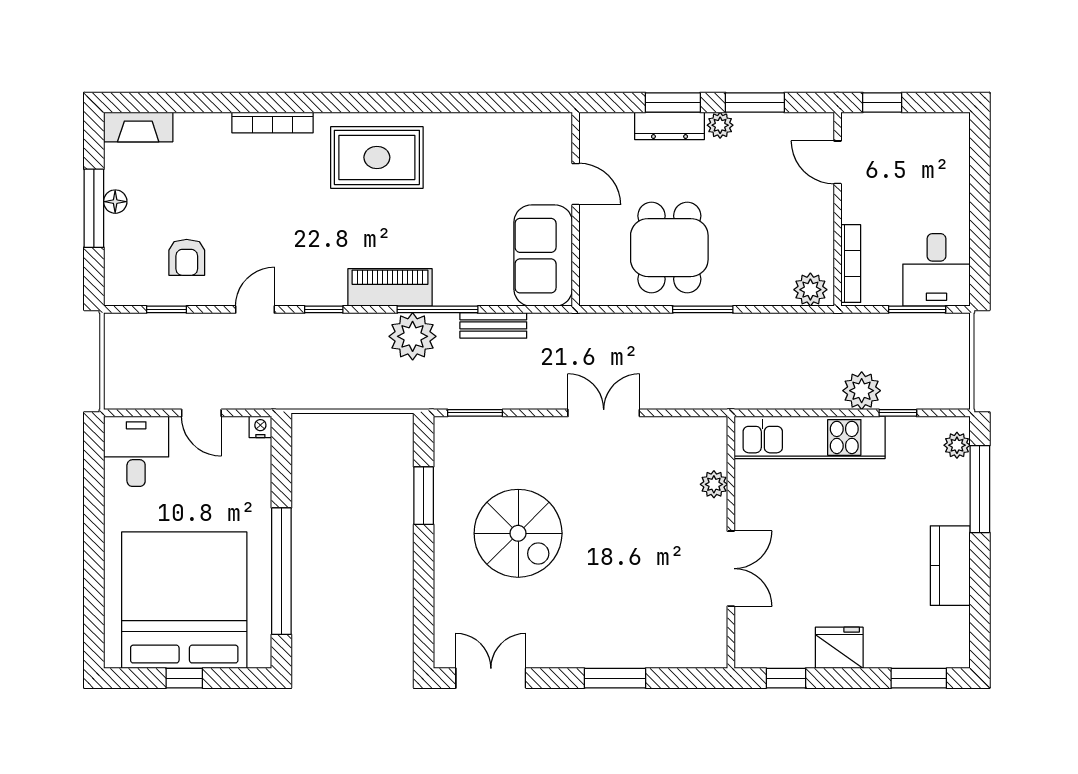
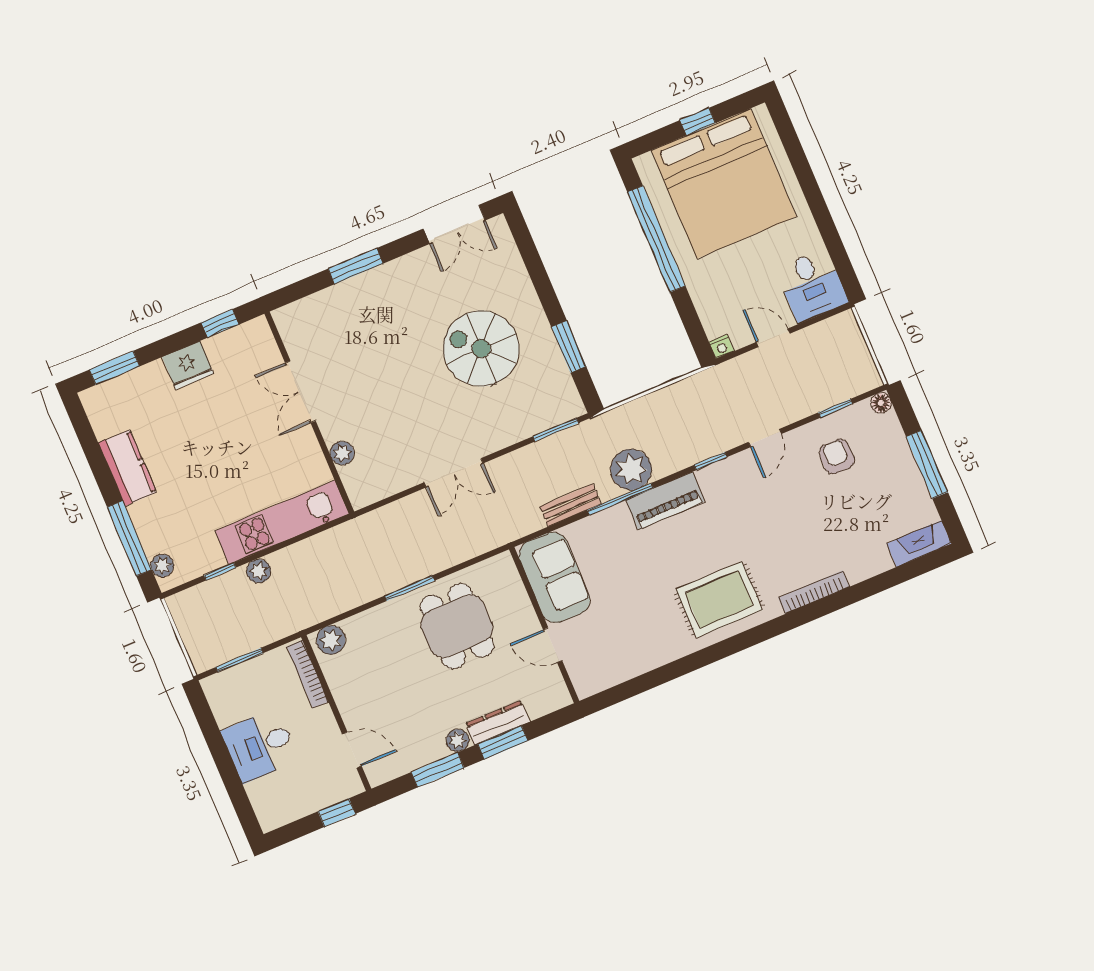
floor lamp: (115, 202) -> (881, 403), moved
desk: (936, 270) -> (260, 746), moved, turned -90
plant: (862, 391) -> (259, 571), width x0.73, depth x0.73

